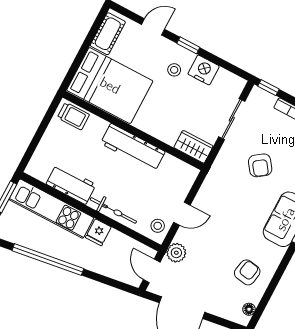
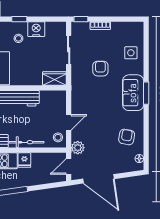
armchair: (260, 165) -> (100, 69), turned -144
door: (152, 271) -> (69, 166), hinge flipped

